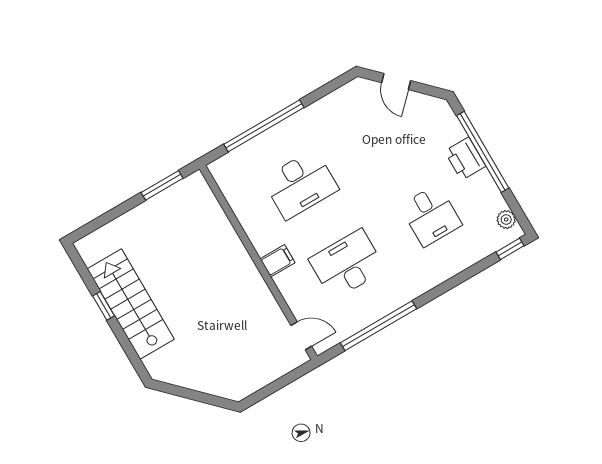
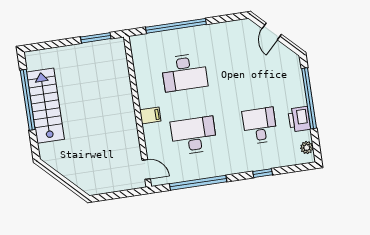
printer: (465, 159) -> (299, 119), moved
desk: (431, 215) -> (260, 126), turned 180
window: (510, 249) -> (263, 173), moved
window: (104, 306) -> (28, 100), width x3.17

